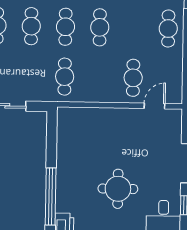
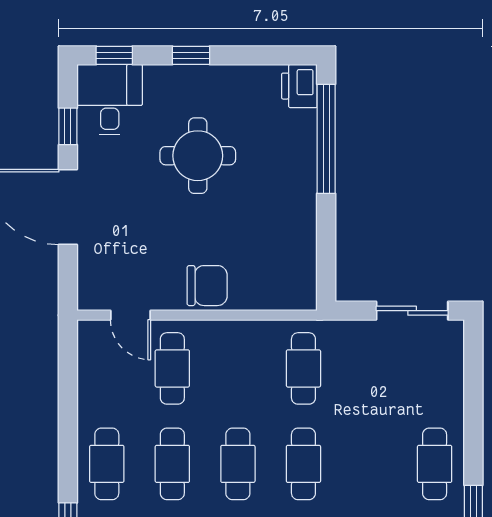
cafe table: (31, 26) -> (172, 464), moved
door: (155, 106) -> (131, 315), hinge flipped
chair: (114, 121) -> (207, 286), added

